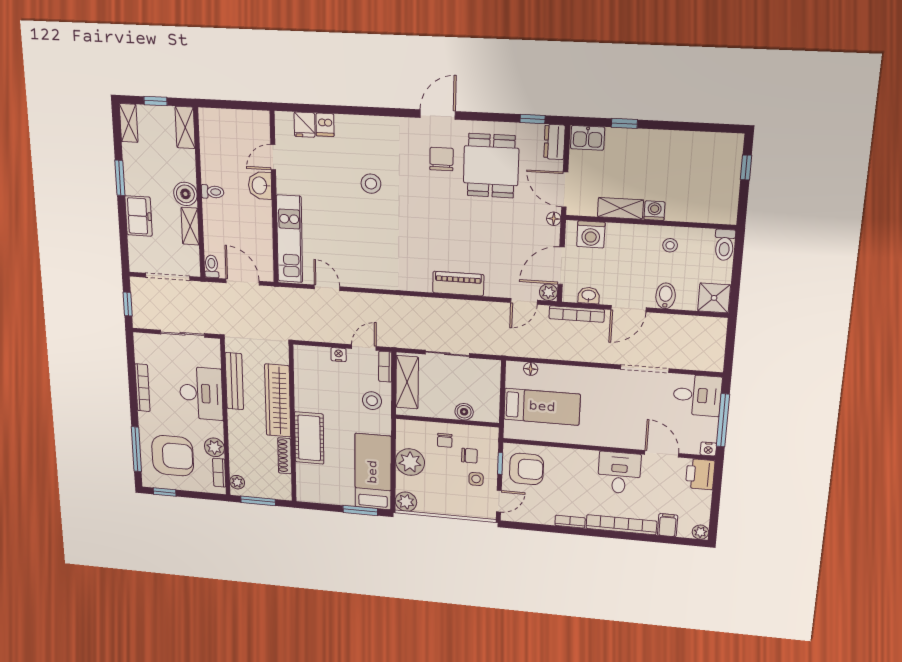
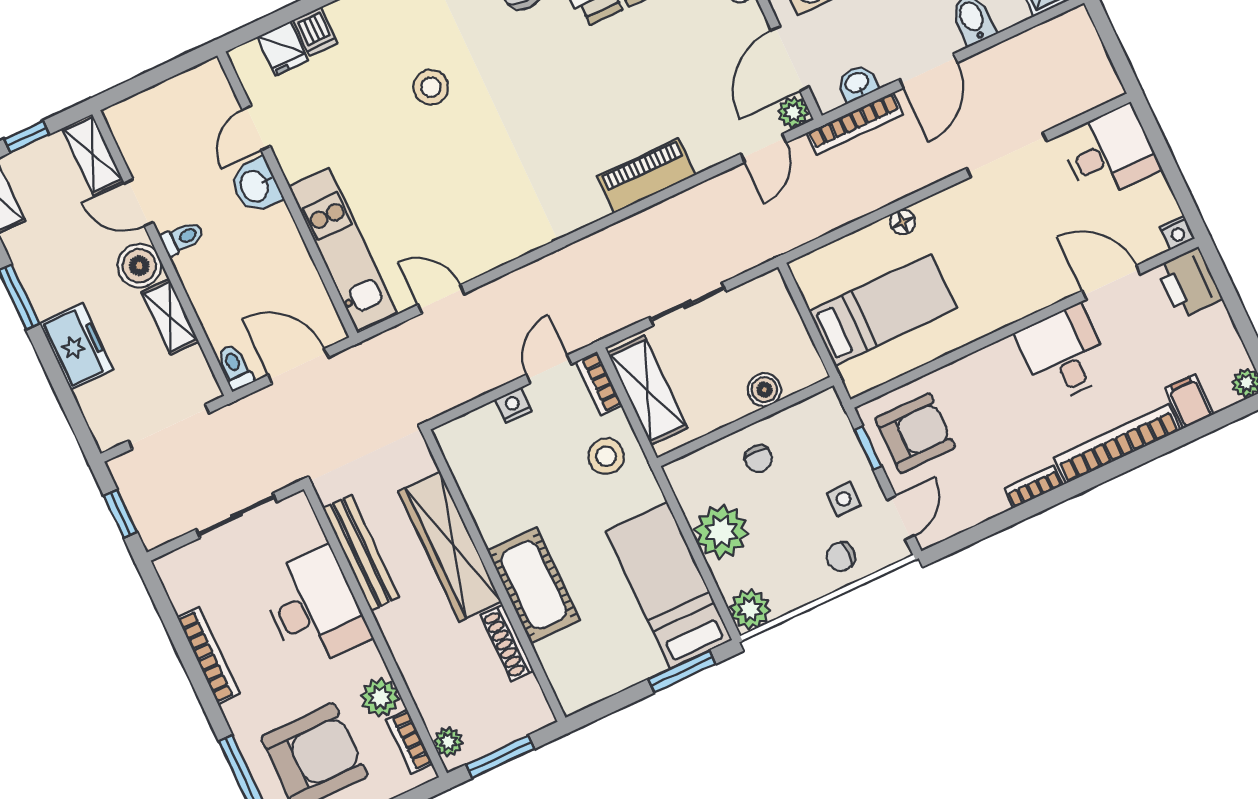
door: (198, 163) -> (139, 203), added
floor lamp: (531, 369) -> (903, 222), moved
window: (723, 420) -> (1172, 172), removed
chair: (469, 456) -> (841, 557), moved, turned 180

